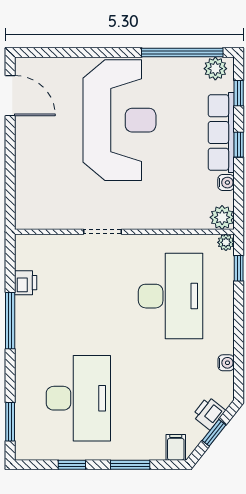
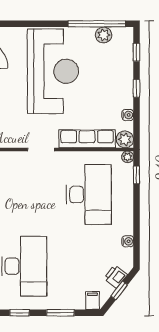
plant: (215, 69) -> (104, 35), moved
row of seats: (221, 133) -> (87, 139), moved, turned 90

